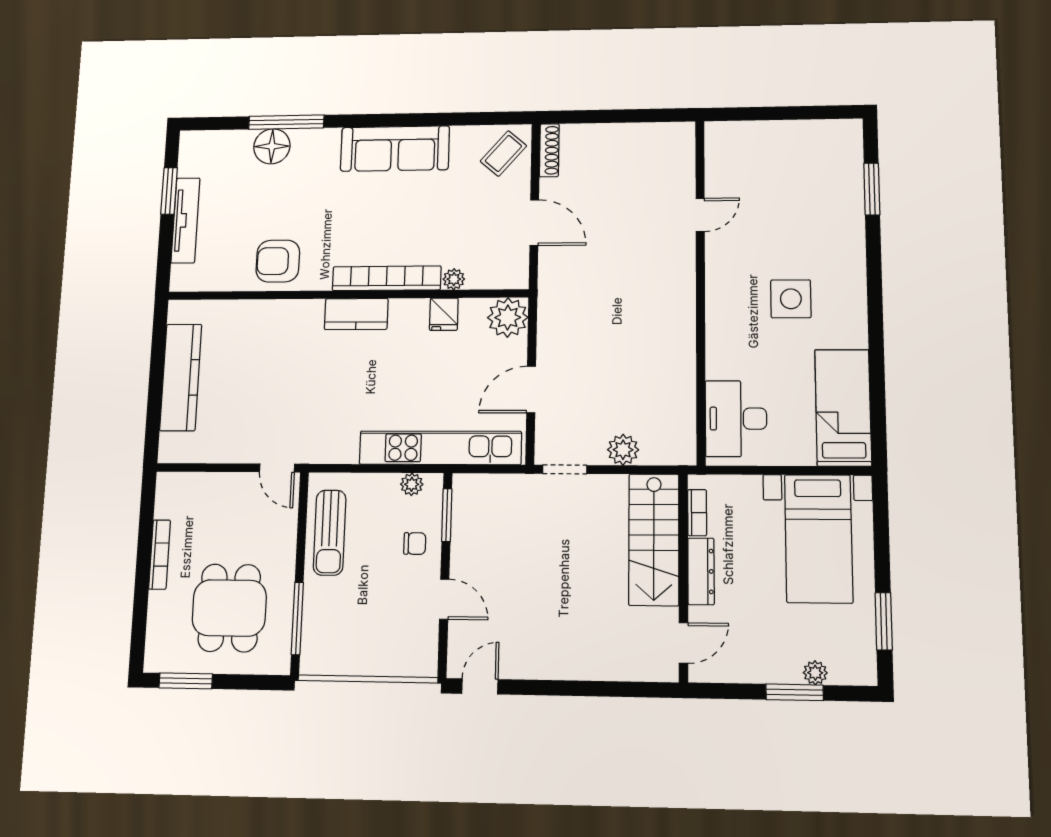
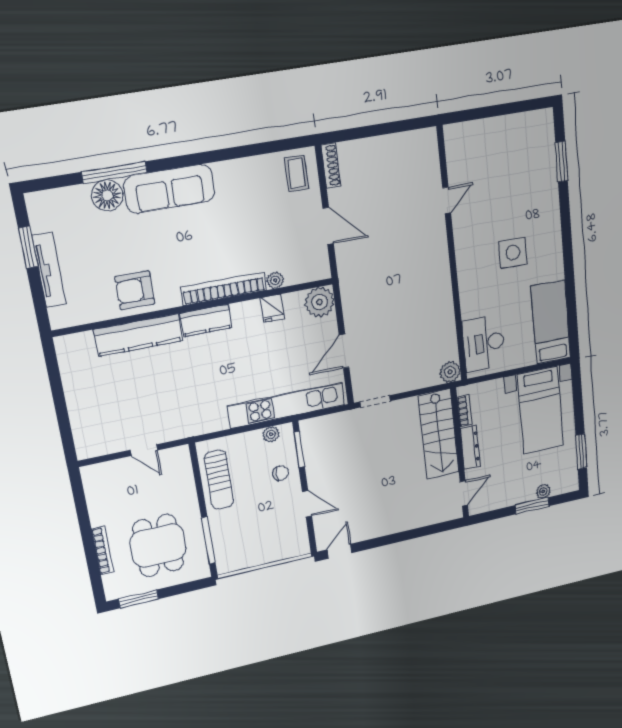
sofa: (395, 149) -> (169, 189), moved
coffee table: (503, 153) -> (296, 173), turned -41
kitchen counter: (181, 377) -> (138, 335), moved, turned 90
plant: (623, 450) -> (450, 372), moved
door: (277, 468) -> (144, 450), moved
bookcase: (160, 555) -> (103, 550), moved

